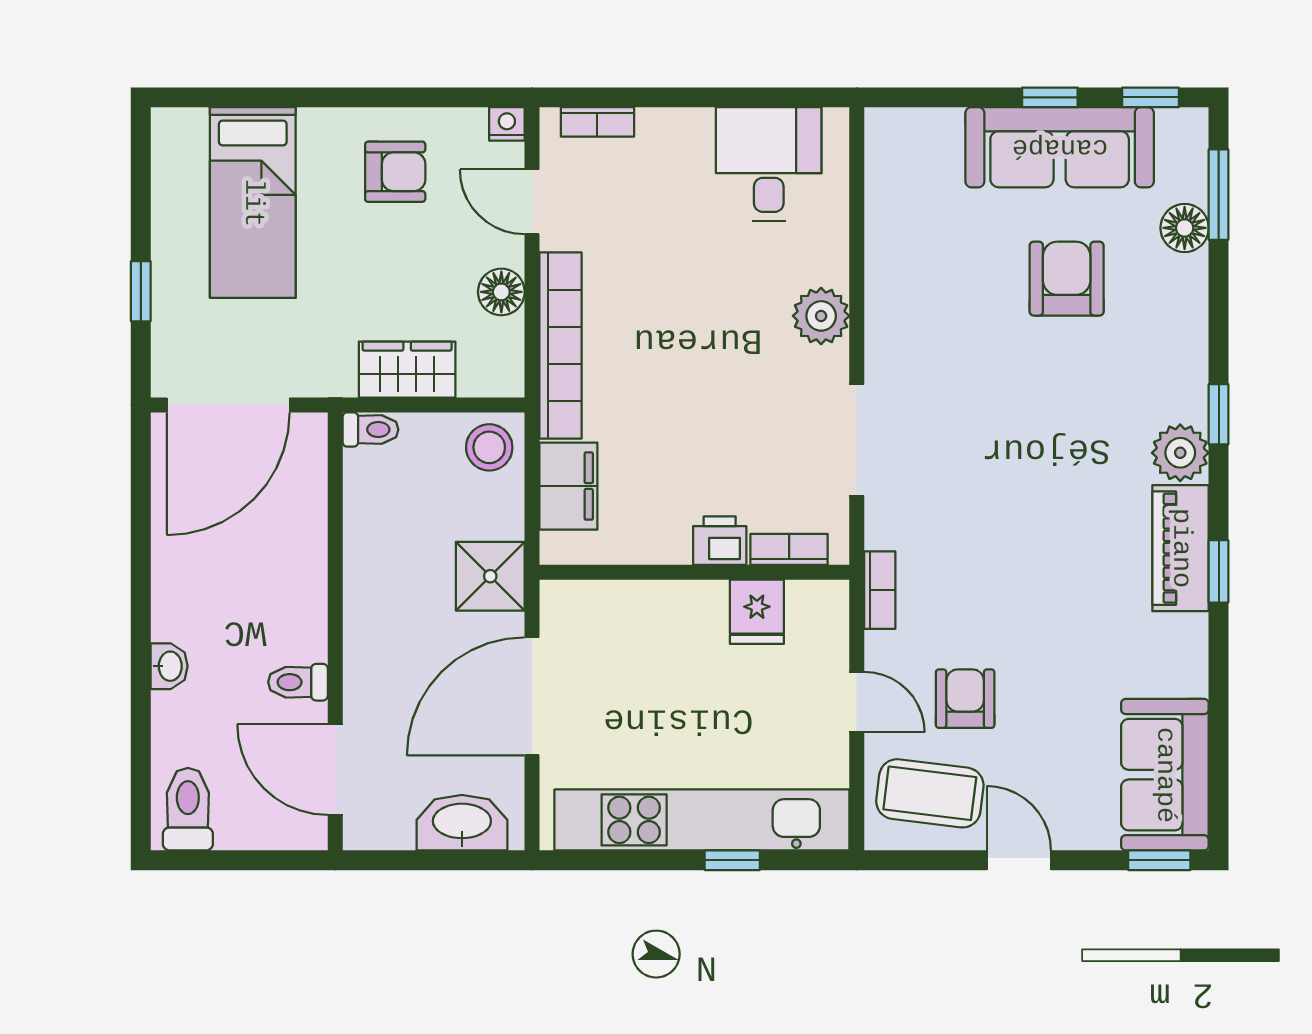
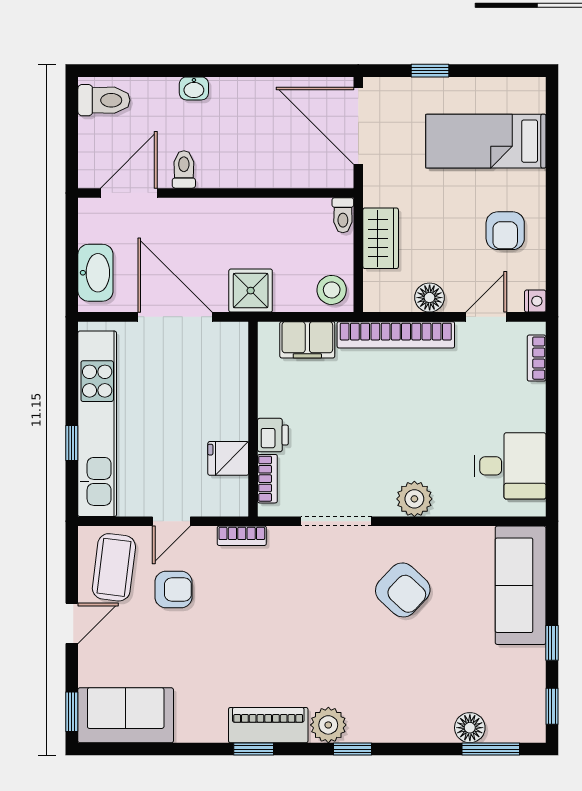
sofa: (1060, 147) -> (521, 585), moved
armchair: (1067, 279) -> (403, 590), moved, turned 43

